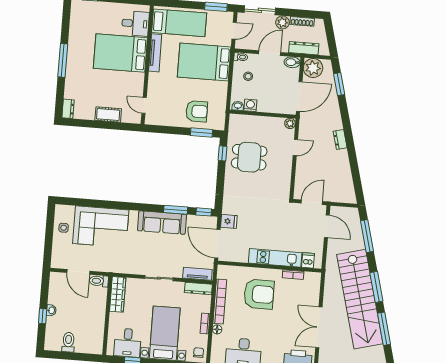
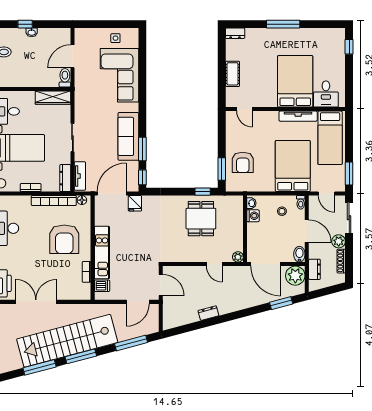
dresser: (304, 48) -> (314, 269), width x0.70
door: (144, 105) -> (244, 109), swing flipped
dresser: (340, 140) -> (208, 313), moved
floor lamp: (217, 329) -> (82, 200), moved

